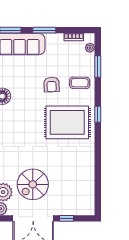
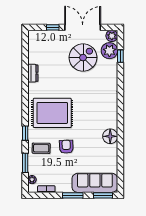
window: (98, 114) -> (25, 133), moved
dresser: (89, 167) -> (33, 73), added

